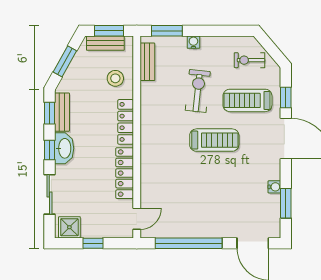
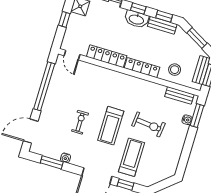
water cooler: (193, 42) -> (187, 120), moved
exercise bike: (249, 60) -> (80, 122), moved

